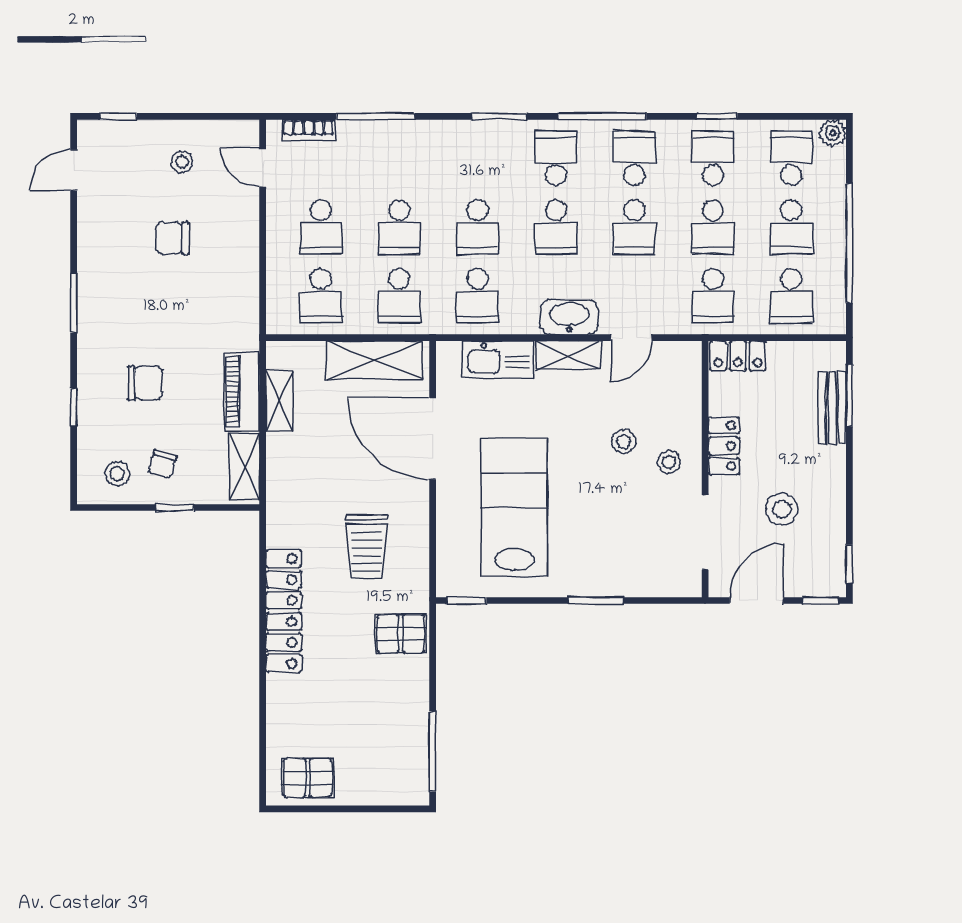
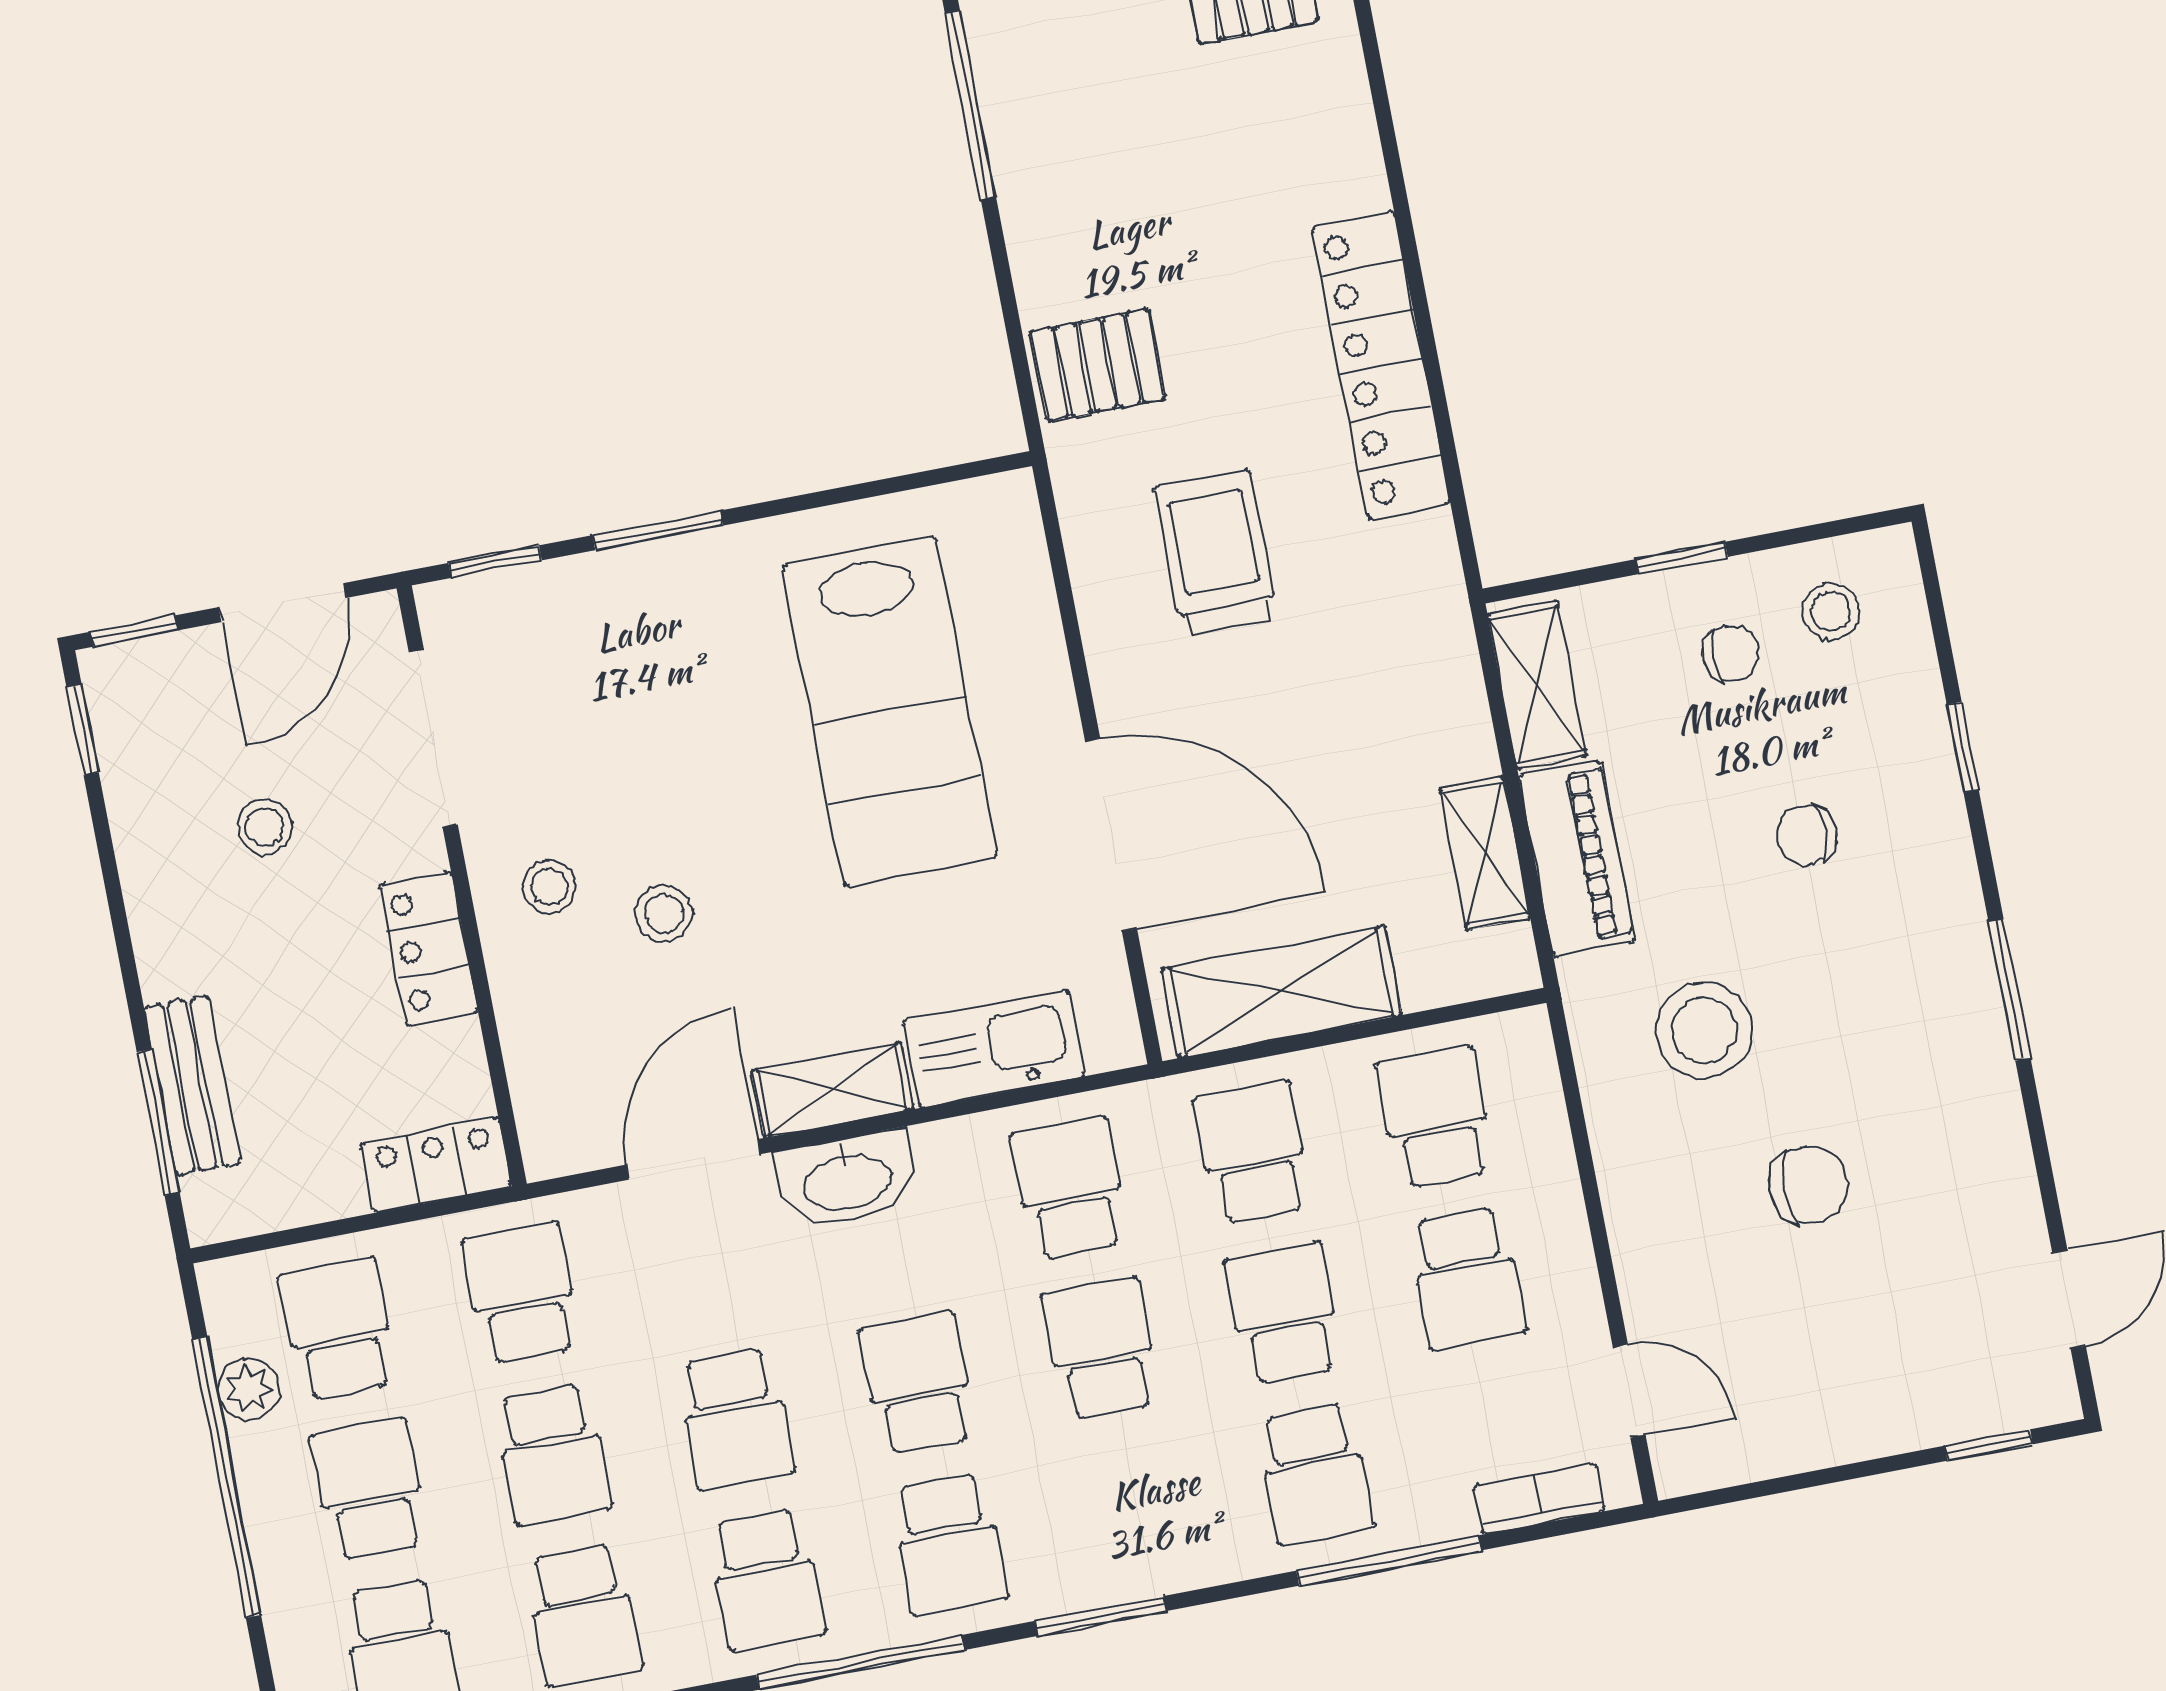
school desk: (399, 158) -> (1315, 1474), added
stool: (182, 162) -> (1704, 1030), moved, width x1.89, depth x1.89
school desk: (321, 227) -> (1467, 1278), turned 180
school desk: (634, 227) -> (735, 1419), turned 180
school desk: (713, 227) -> (552, 1454), turned 180
plant: (833, 278) -> (249, 1389), added
door: (631, 338) -> (693, 1159), width x1.38
chair: (145, 383) -> (1806, 835), width x0.73, depth x0.73
chair: (162, 464) -> (1730, 654), turned 72
stool: (782, 509) -> (265, 827), width x0.73, depth x0.73
window: (467, 600) -> (495, 562), moved

